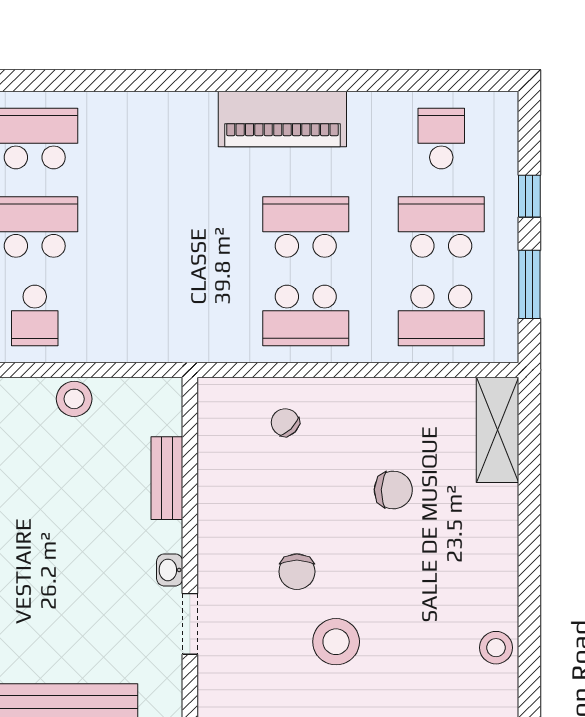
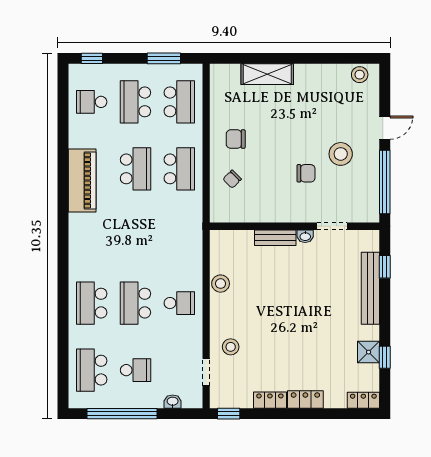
window: (529, 196) -> (92, 58), moved
school desk: (306, 227) -> (135, 169), turned 180
shelving: (497, 430) -> (267, 74), moved
bench: (167, 478) -> (275, 238), moved
chair: (393, 490) -> (236, 139), moved, turned -92
stool: (496, 648) -> (360, 75), moved

